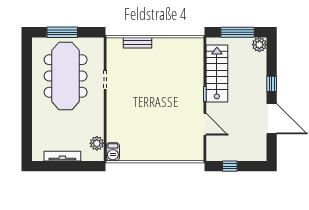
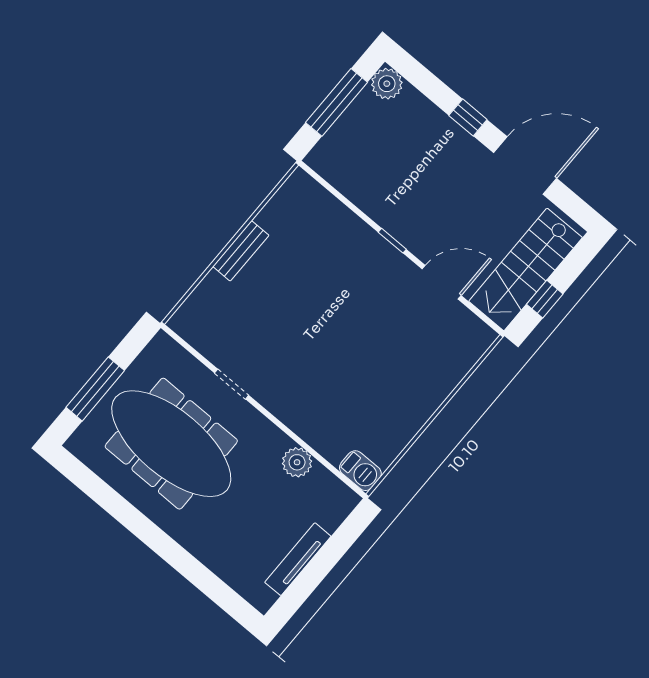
bench: (137, 43) -> (241, 251), moved
stairs: (217, 73) -> (526, 269), moved, turned -90
plant: (97, 143) -> (297, 462), moved

